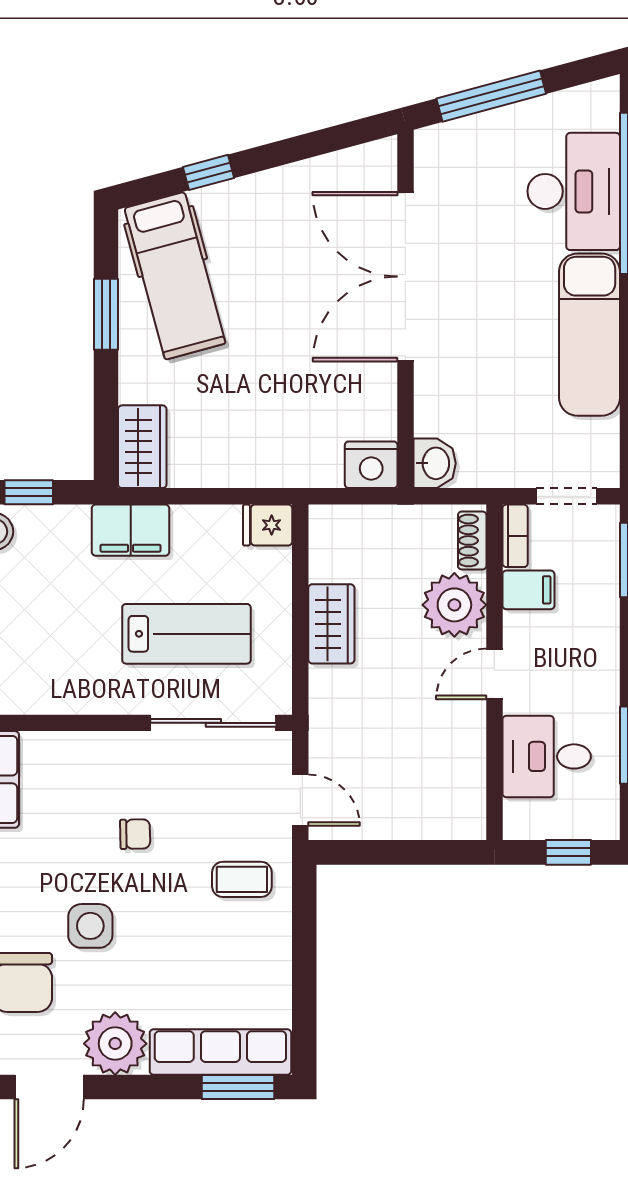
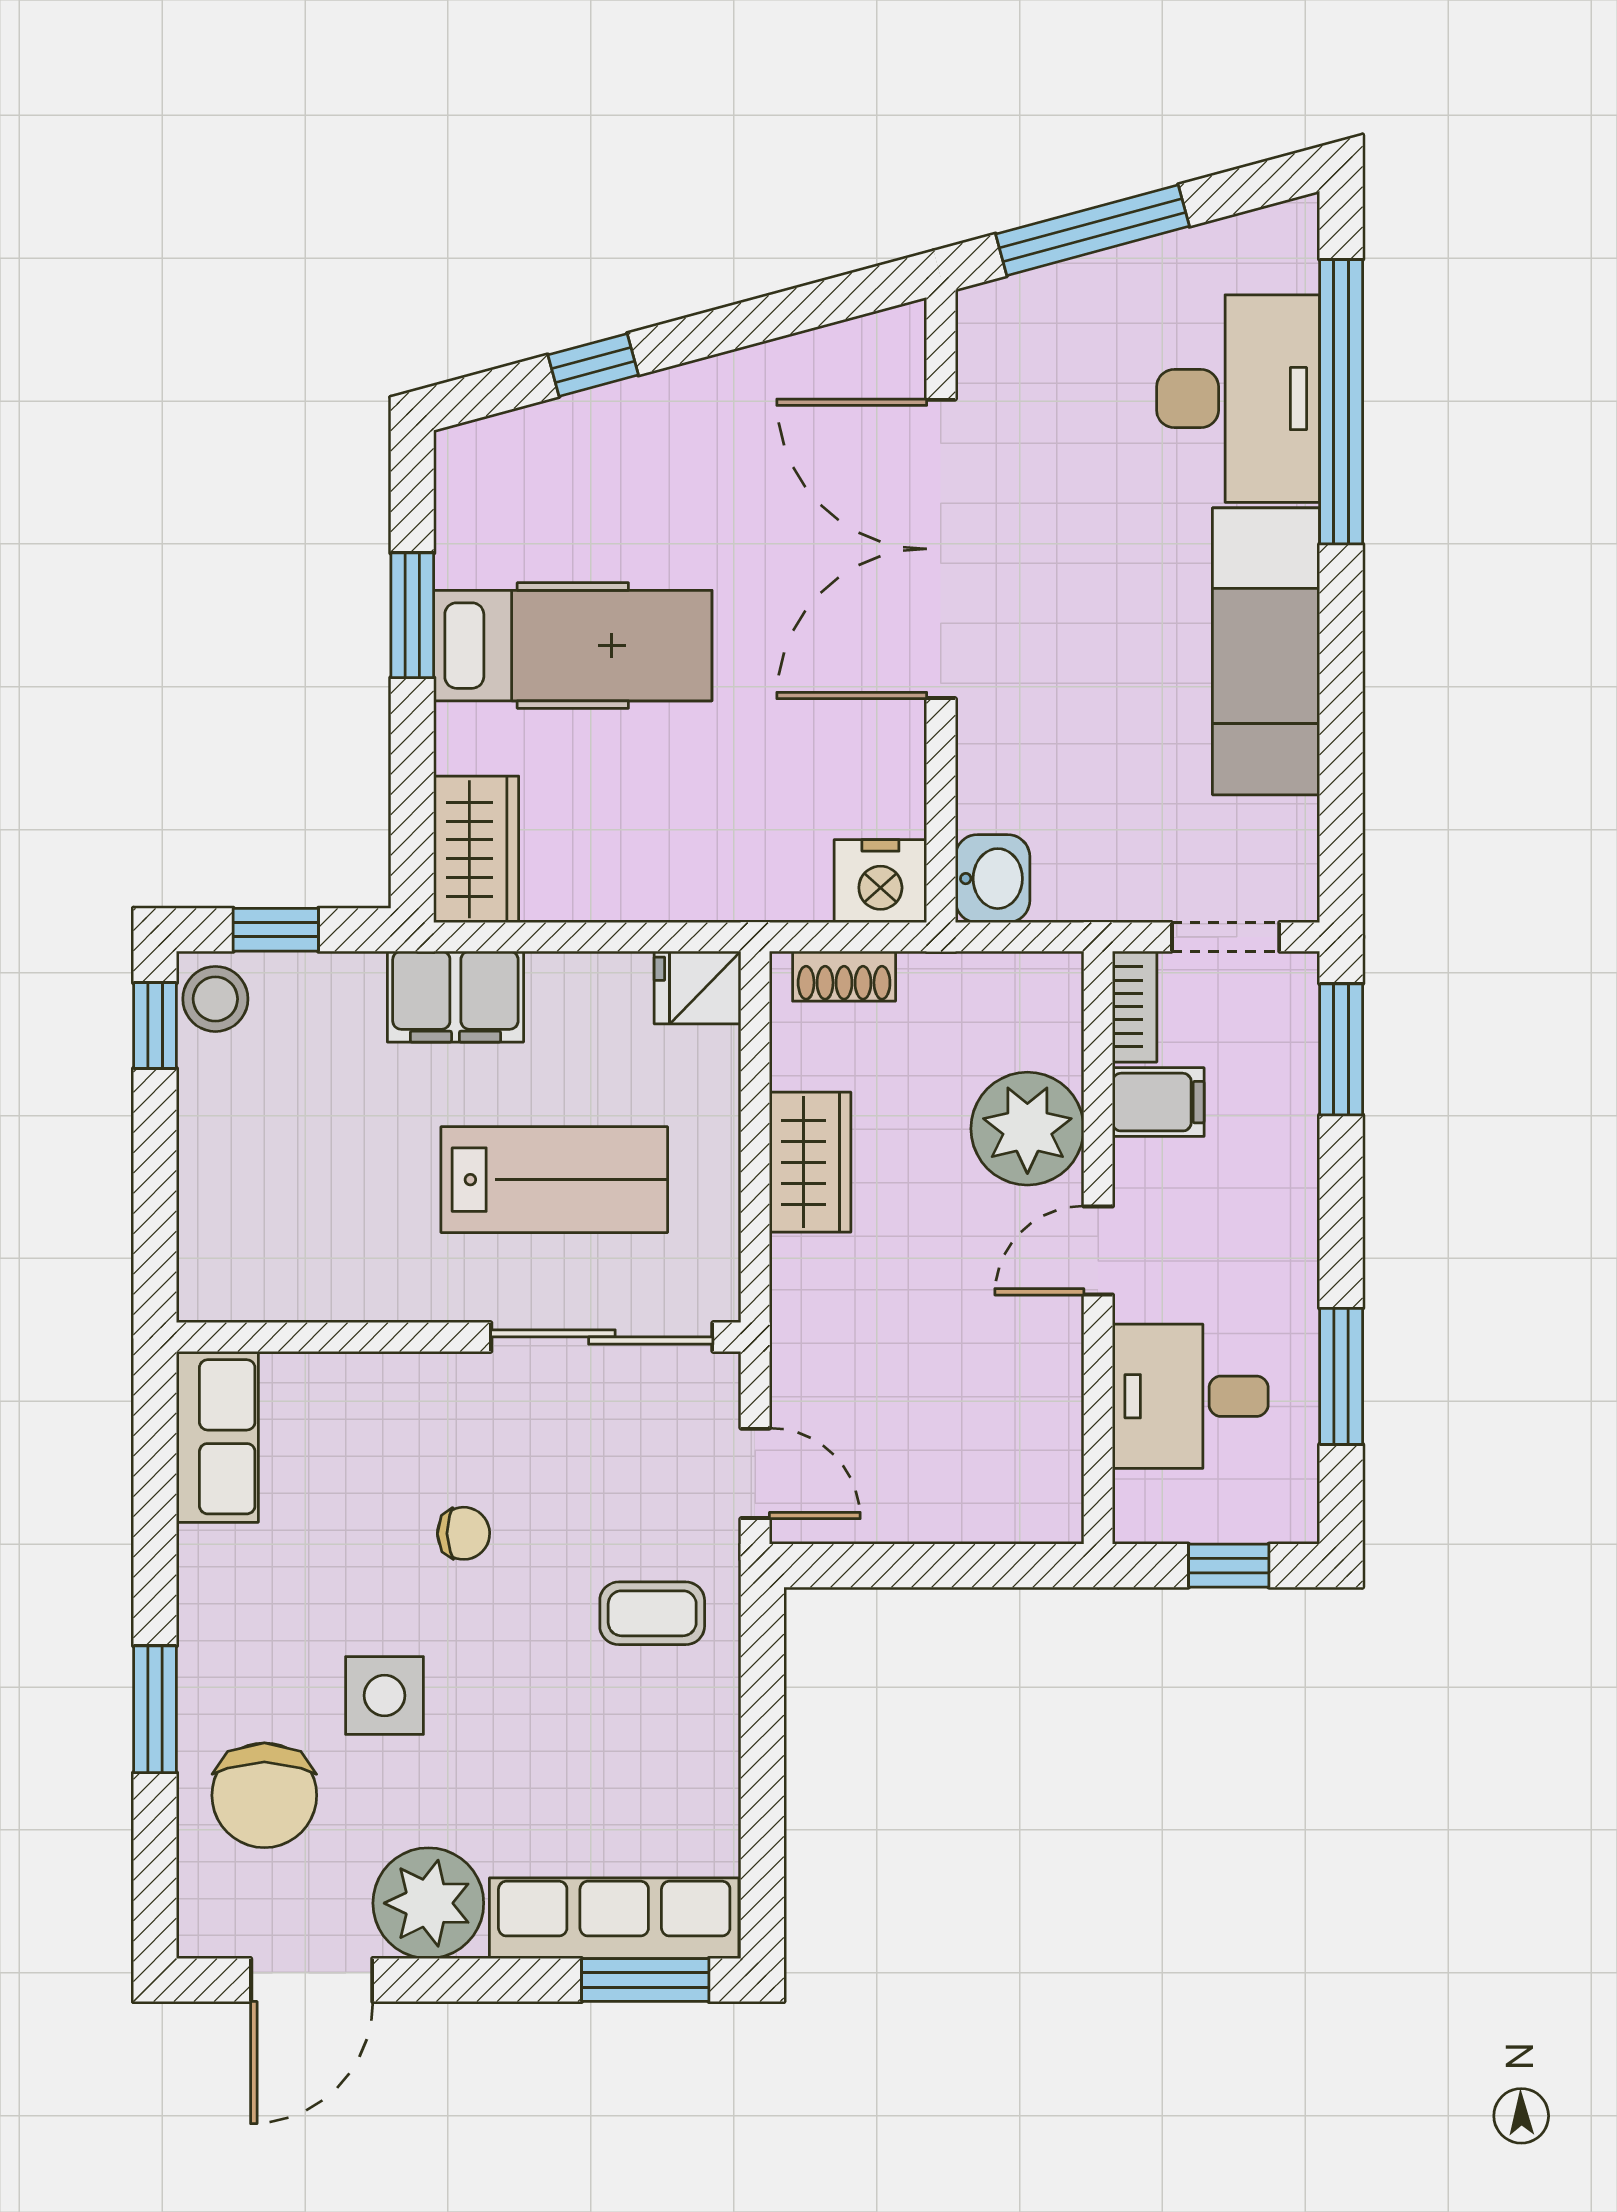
hospital bed: (175, 276) -> (573, 646), moved, turned -75
shoe rack: (472, 540) -> (844, 976), moved, turned -90

